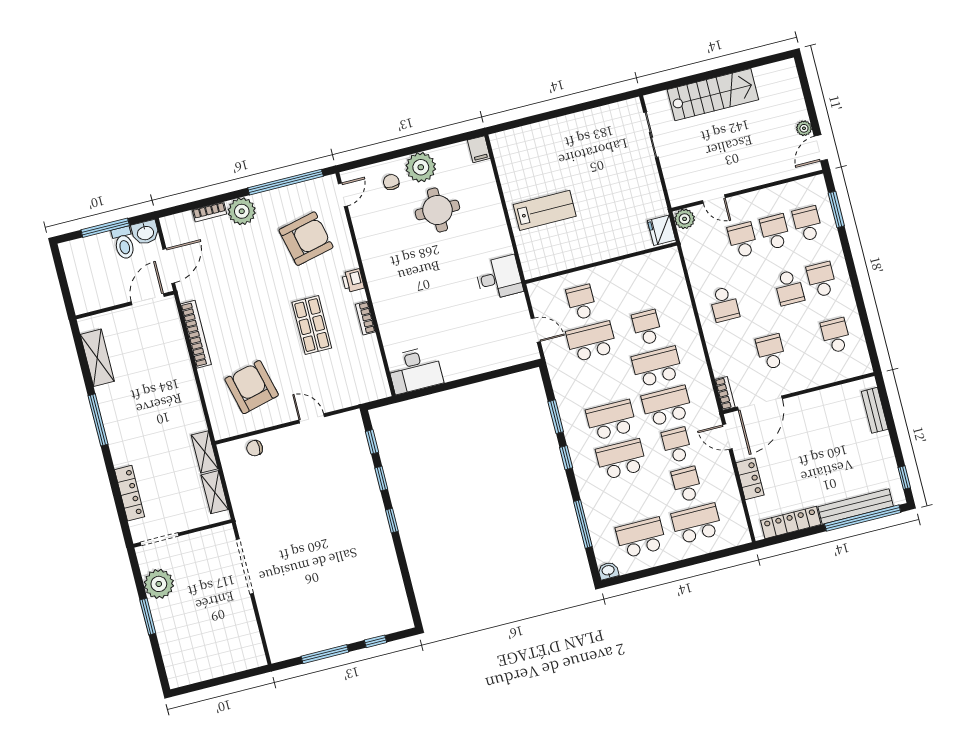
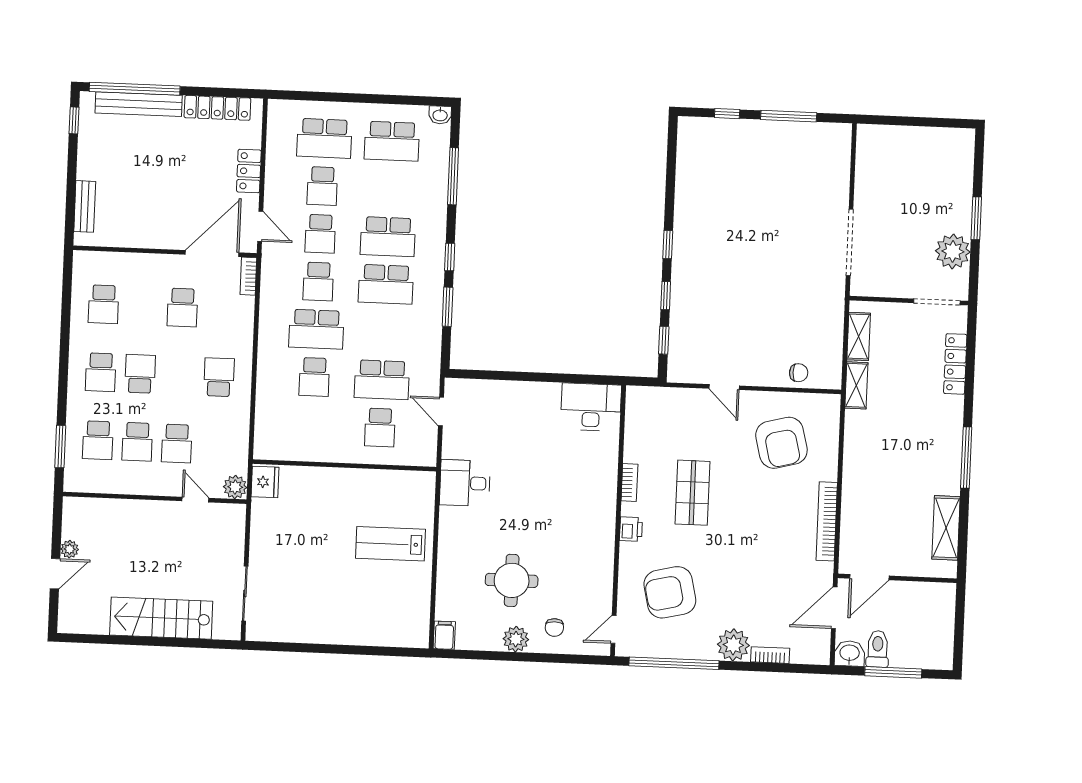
door: (821, 148) -> (55, 574), moved
plant: (421, 167) -> (516, 639), width x0.73, depth x0.73
school desk: (667, 406) -> (318, 281), width x0.54

